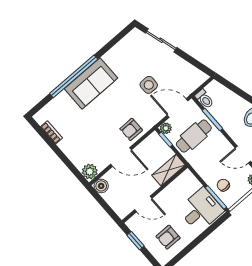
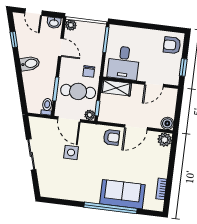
sliding door: (161, 40) -> (31, 154), moved
sofa: (91, 83) -> (122, 194), moved
door: (121, 157) -> (136, 127), swing flipped
chair: (223, 185) -> (89, 71), moved
door: (143, 204) -> (154, 84), swing flipped
desk: (201, 210) -> (123, 63), moved, turned -90
armchair: (168, 237) -> (172, 45), moved, turned 180

